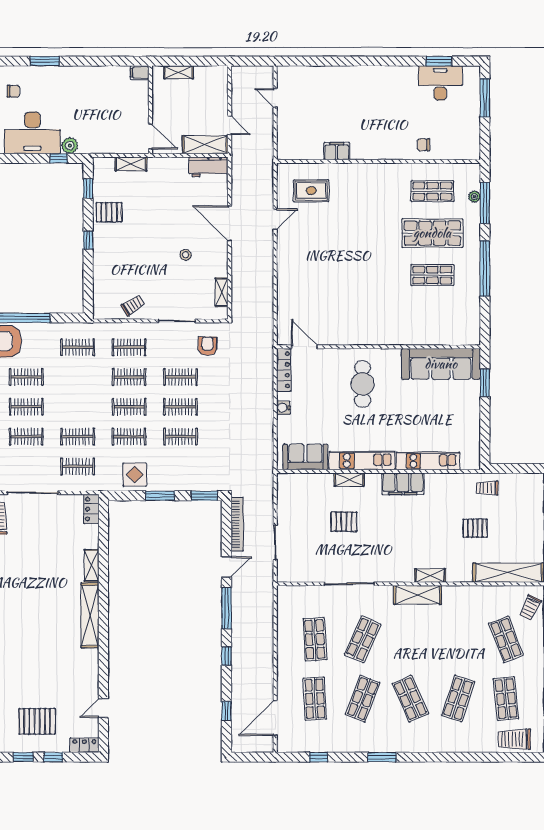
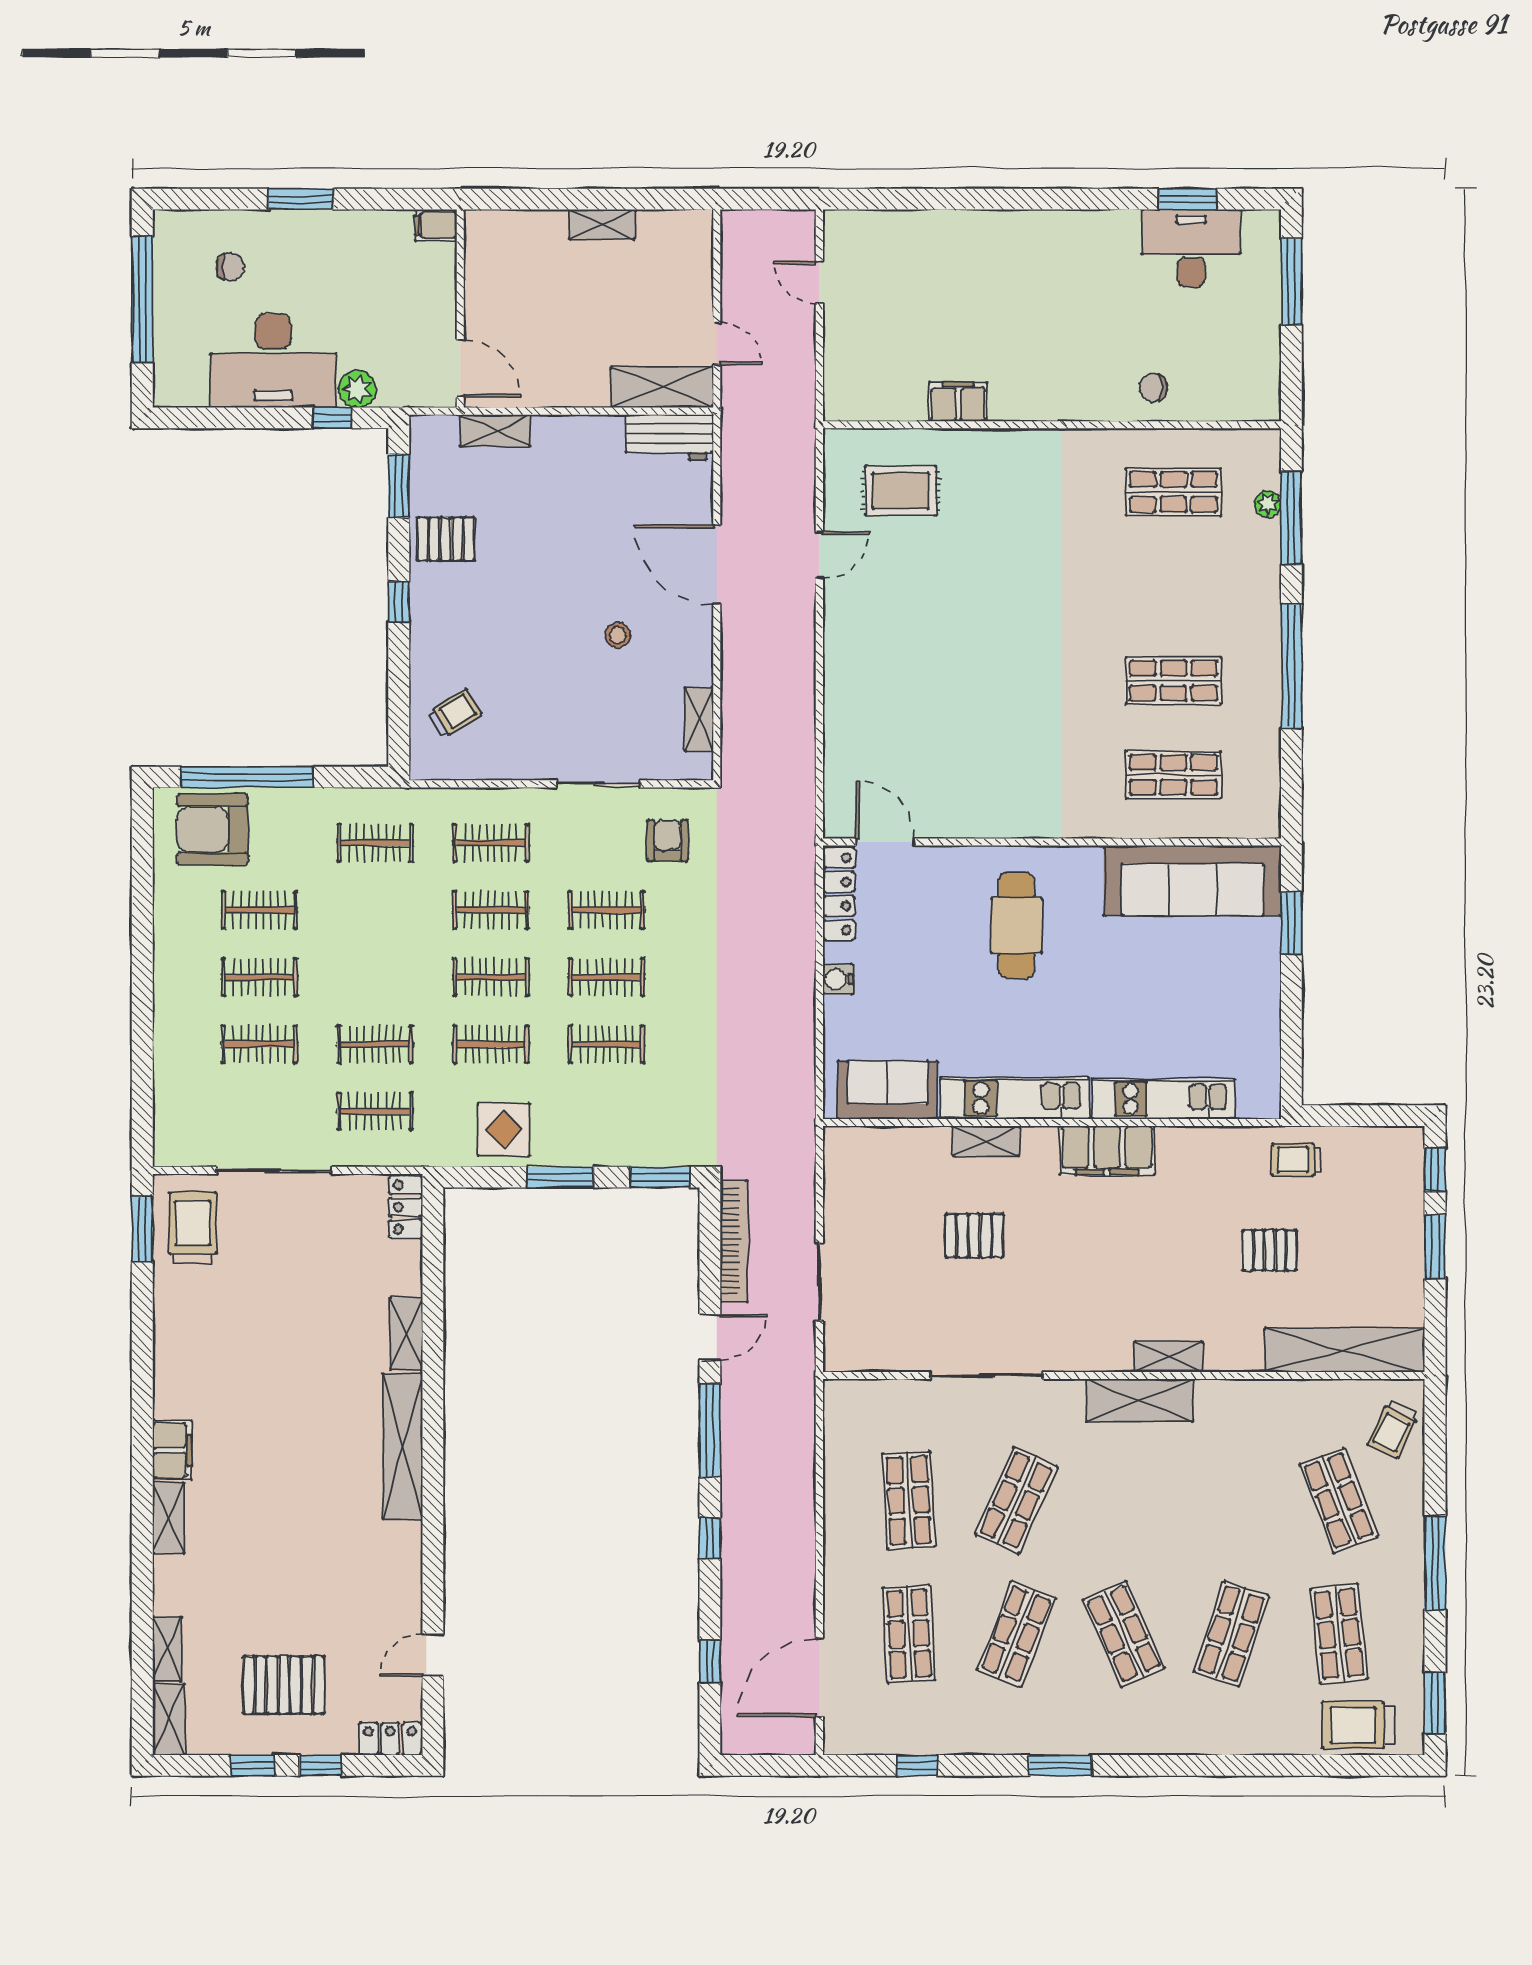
filing cabinet: (140, 73) -> (436, 225), moved
wall: (150, 110) -> (460, 309), moved
door: (150, 136) -> (460, 369), moved
window: (88, 189) -> (399, 486), width x1.50
shop shelf: (432, 233) -> (1173, 775), moved, width x0.70, depth x0.74
trolley: (133, 305) -> (455, 713), moved

